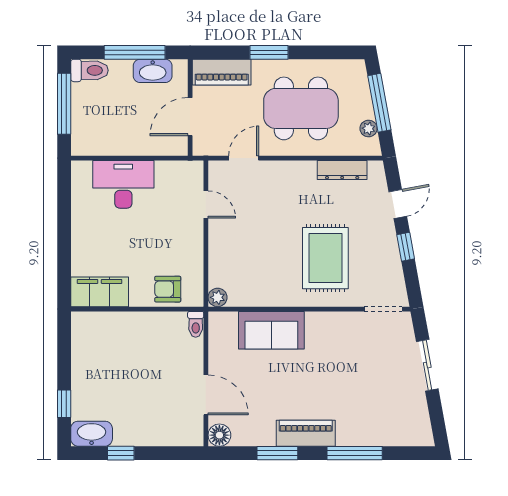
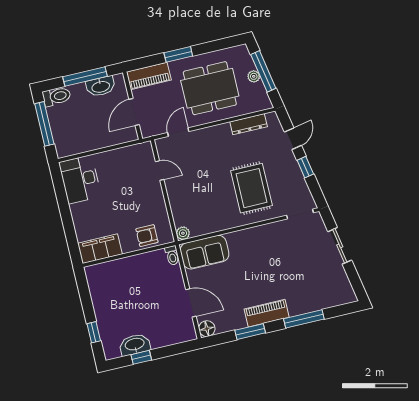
plant: (369, 128) -> (254, 76), moved
desk: (123, 184) -> (80, 179), moved, turned -90
sofa: (271, 330) -> (205, 252), moved
washbasin: (92, 434) -> (135, 345), moved

